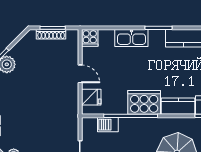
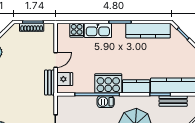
cooker: (90, 38) -> (77, 30), moved
door: (80, 74) -> (56, 60), hinge flipped
bench: (73, 101) -> (50, 83), added
barbecue: (108, 125) -> (106, 102), moved

